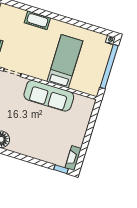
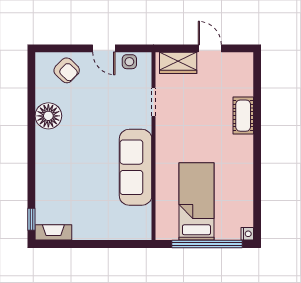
bed: (65, 61) -> (196, 201), moved, turned -90

